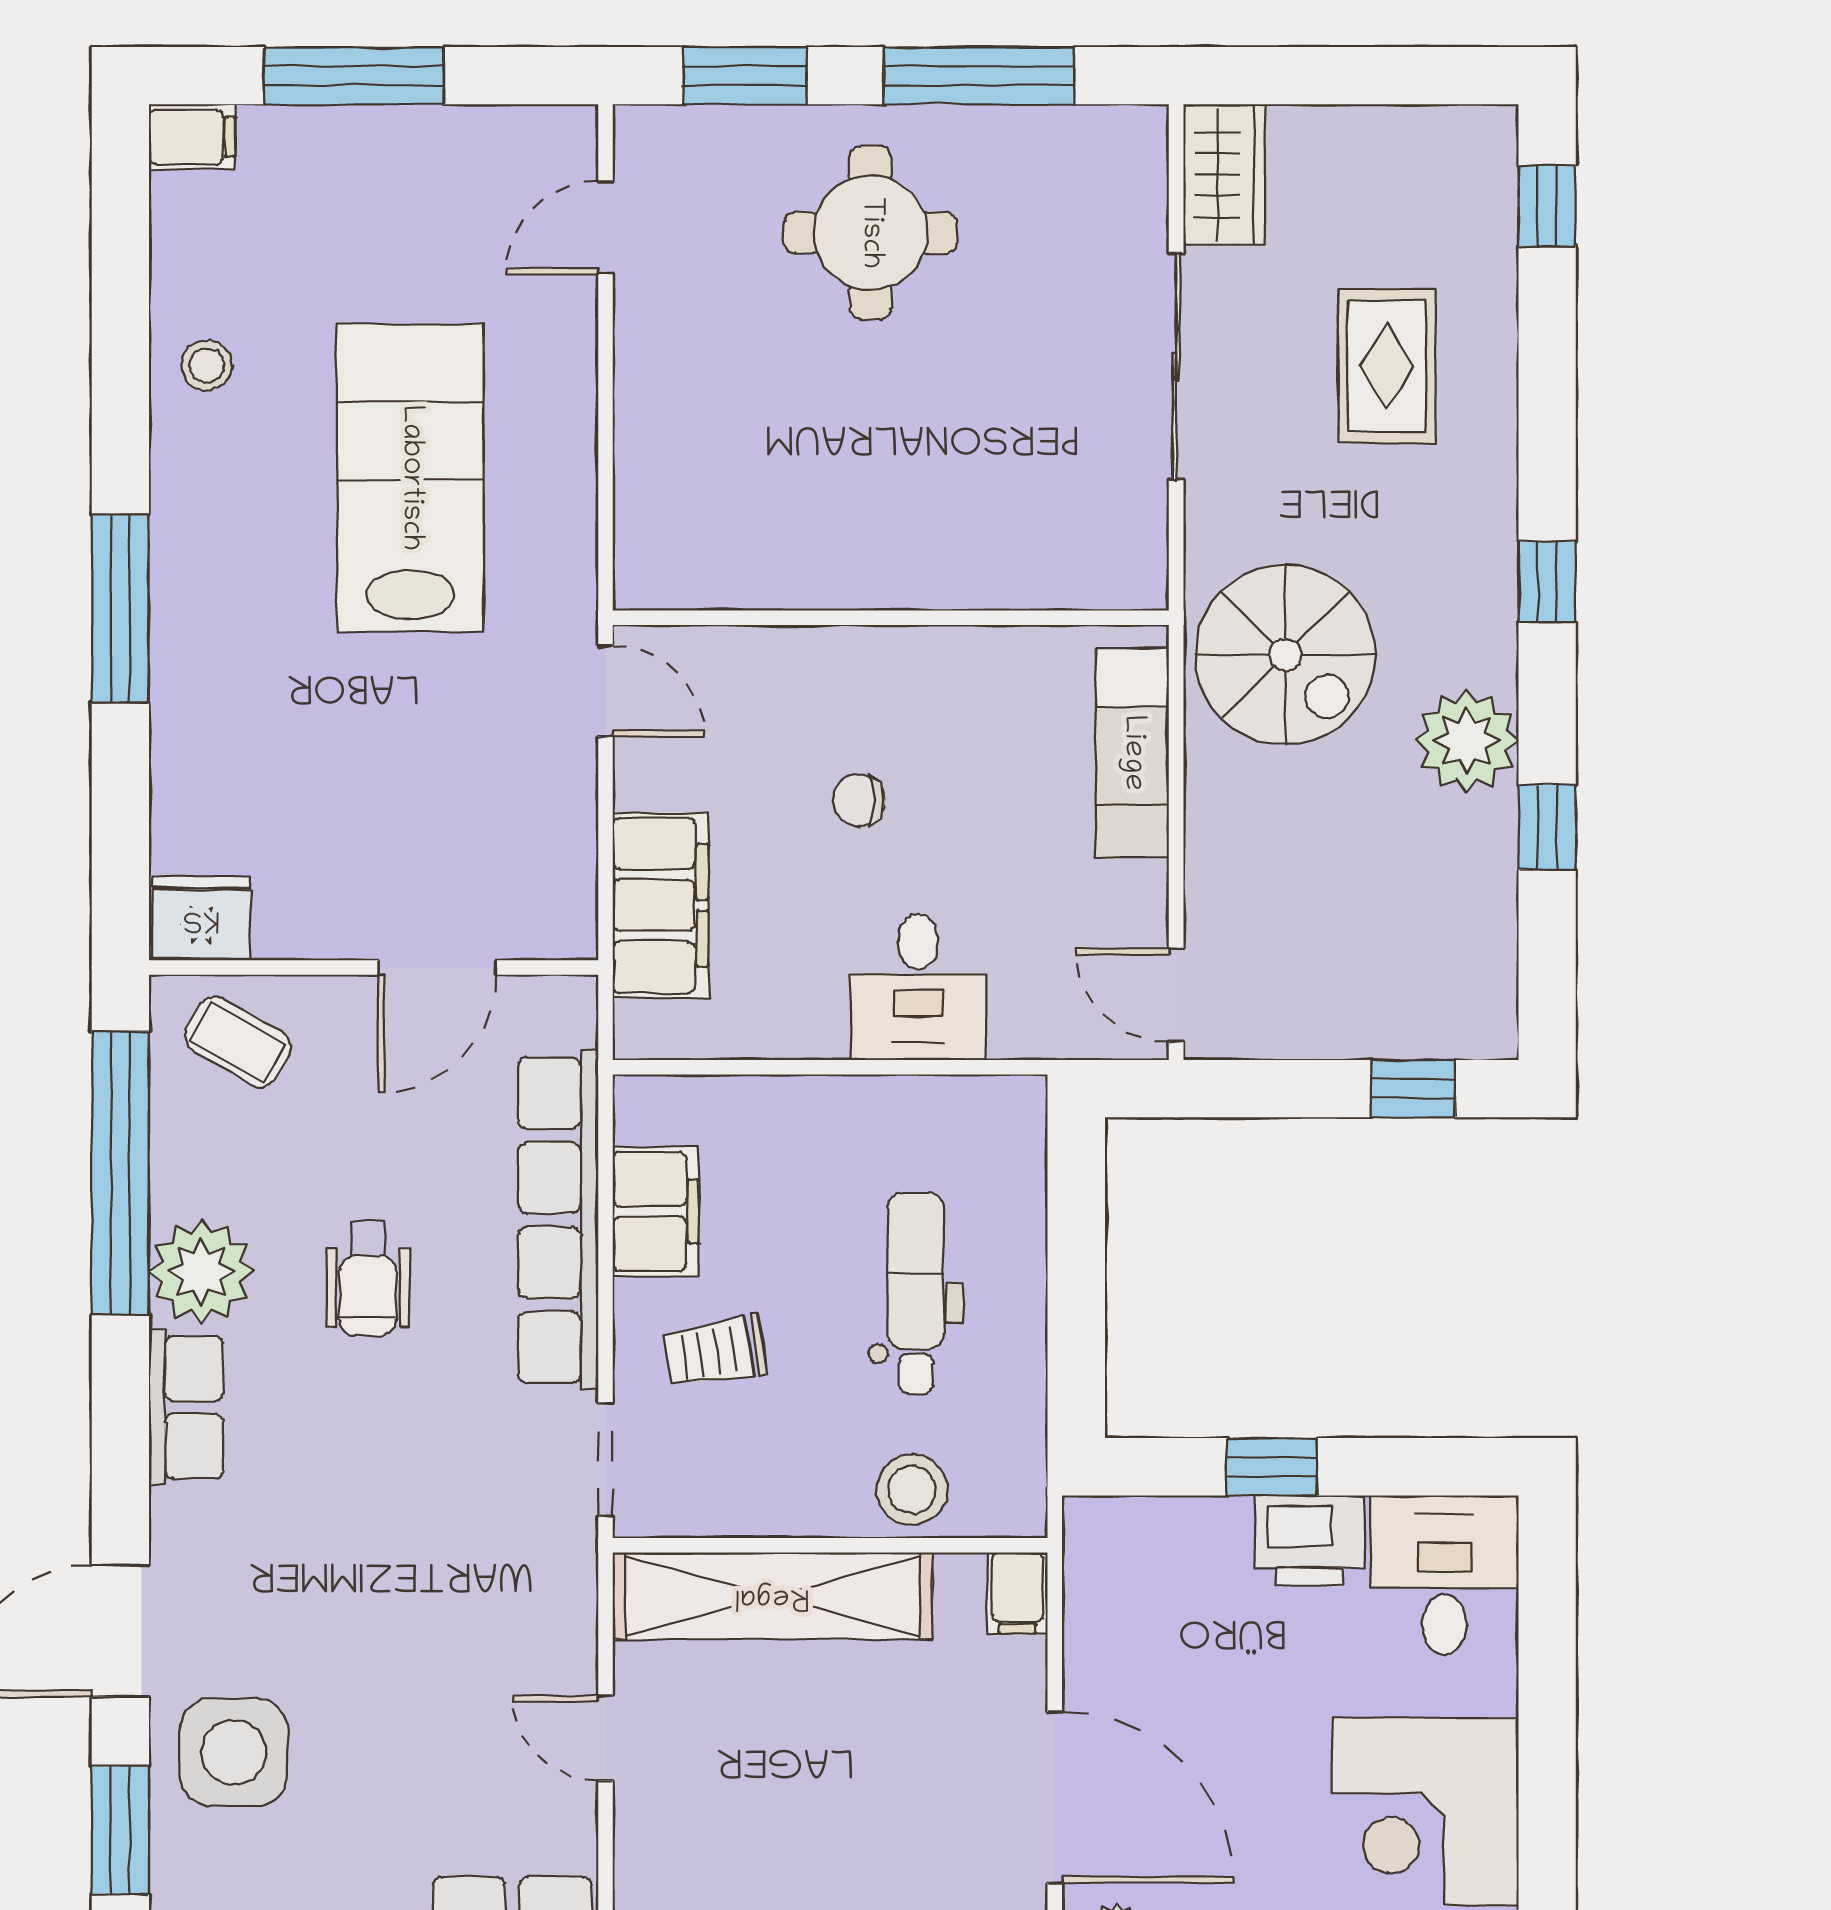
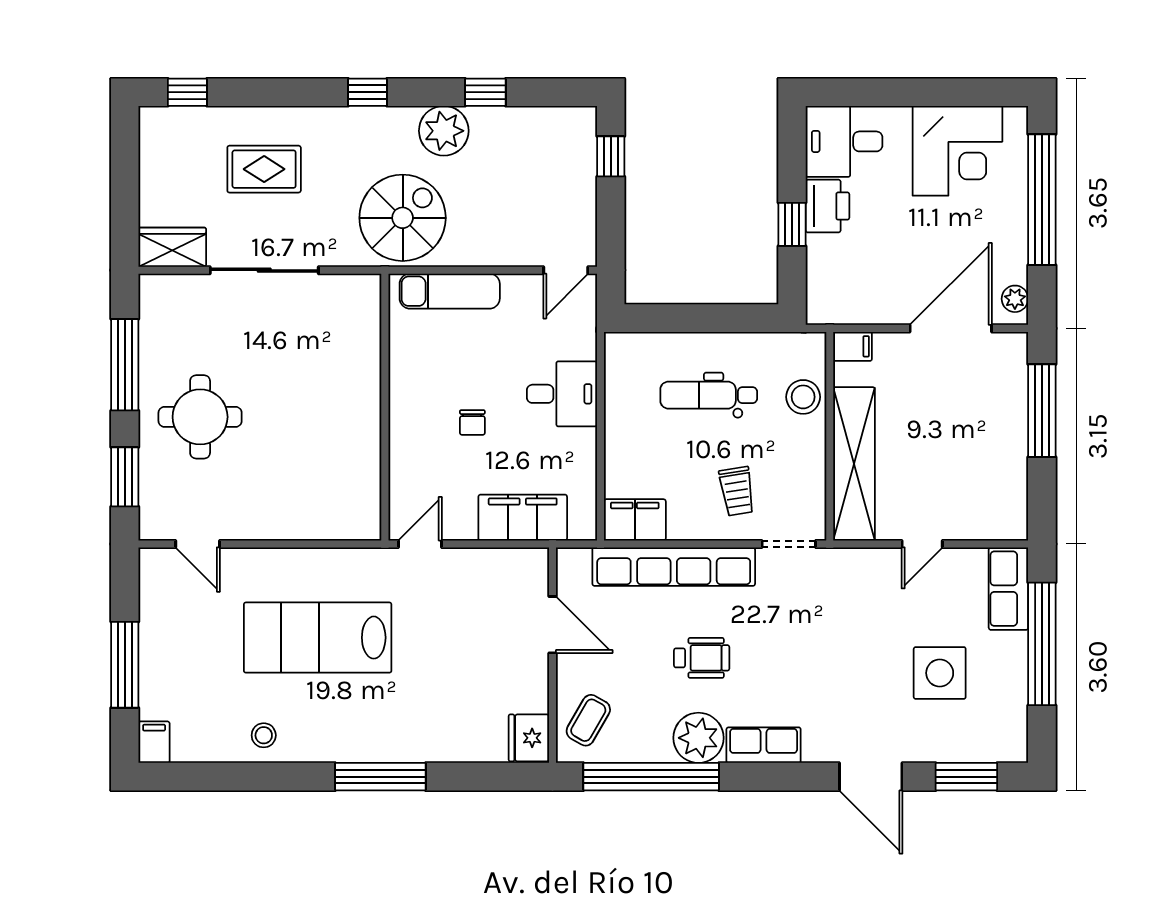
filing cabinet: (656, 1211) -> (635, 520), moved
side table: (234, 1752) -> (940, 673), moved

